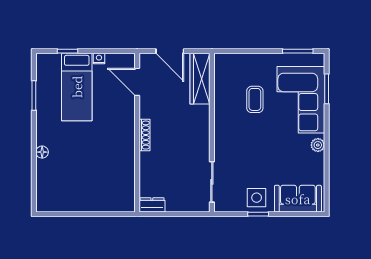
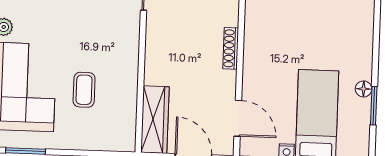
floor lamp: (42, 152) -> (364, 89), moved

